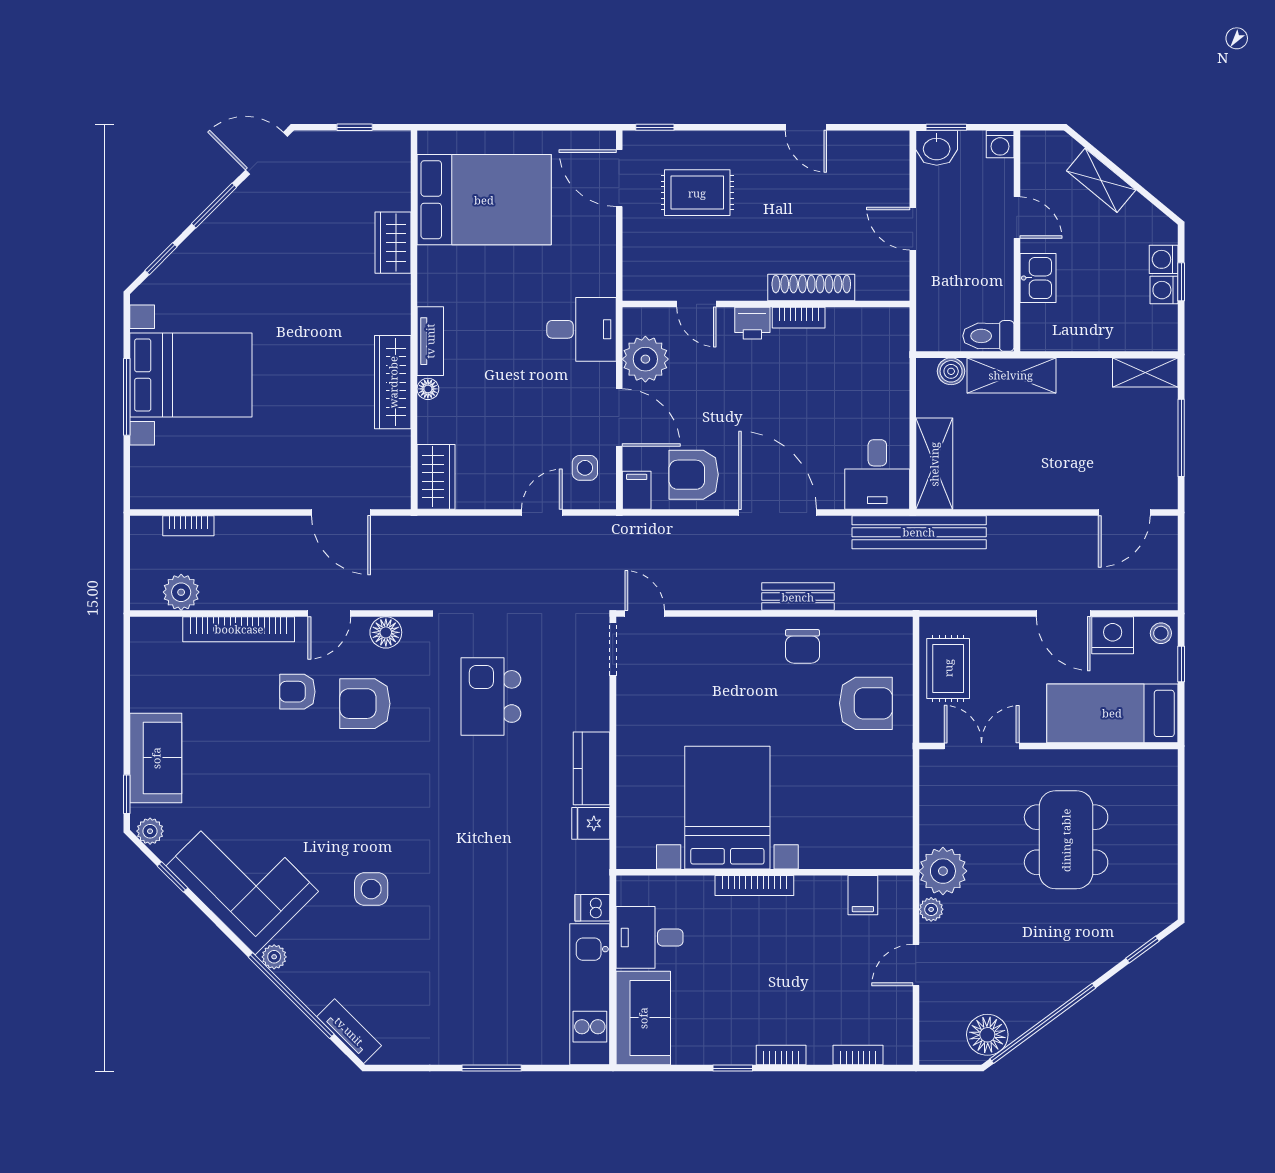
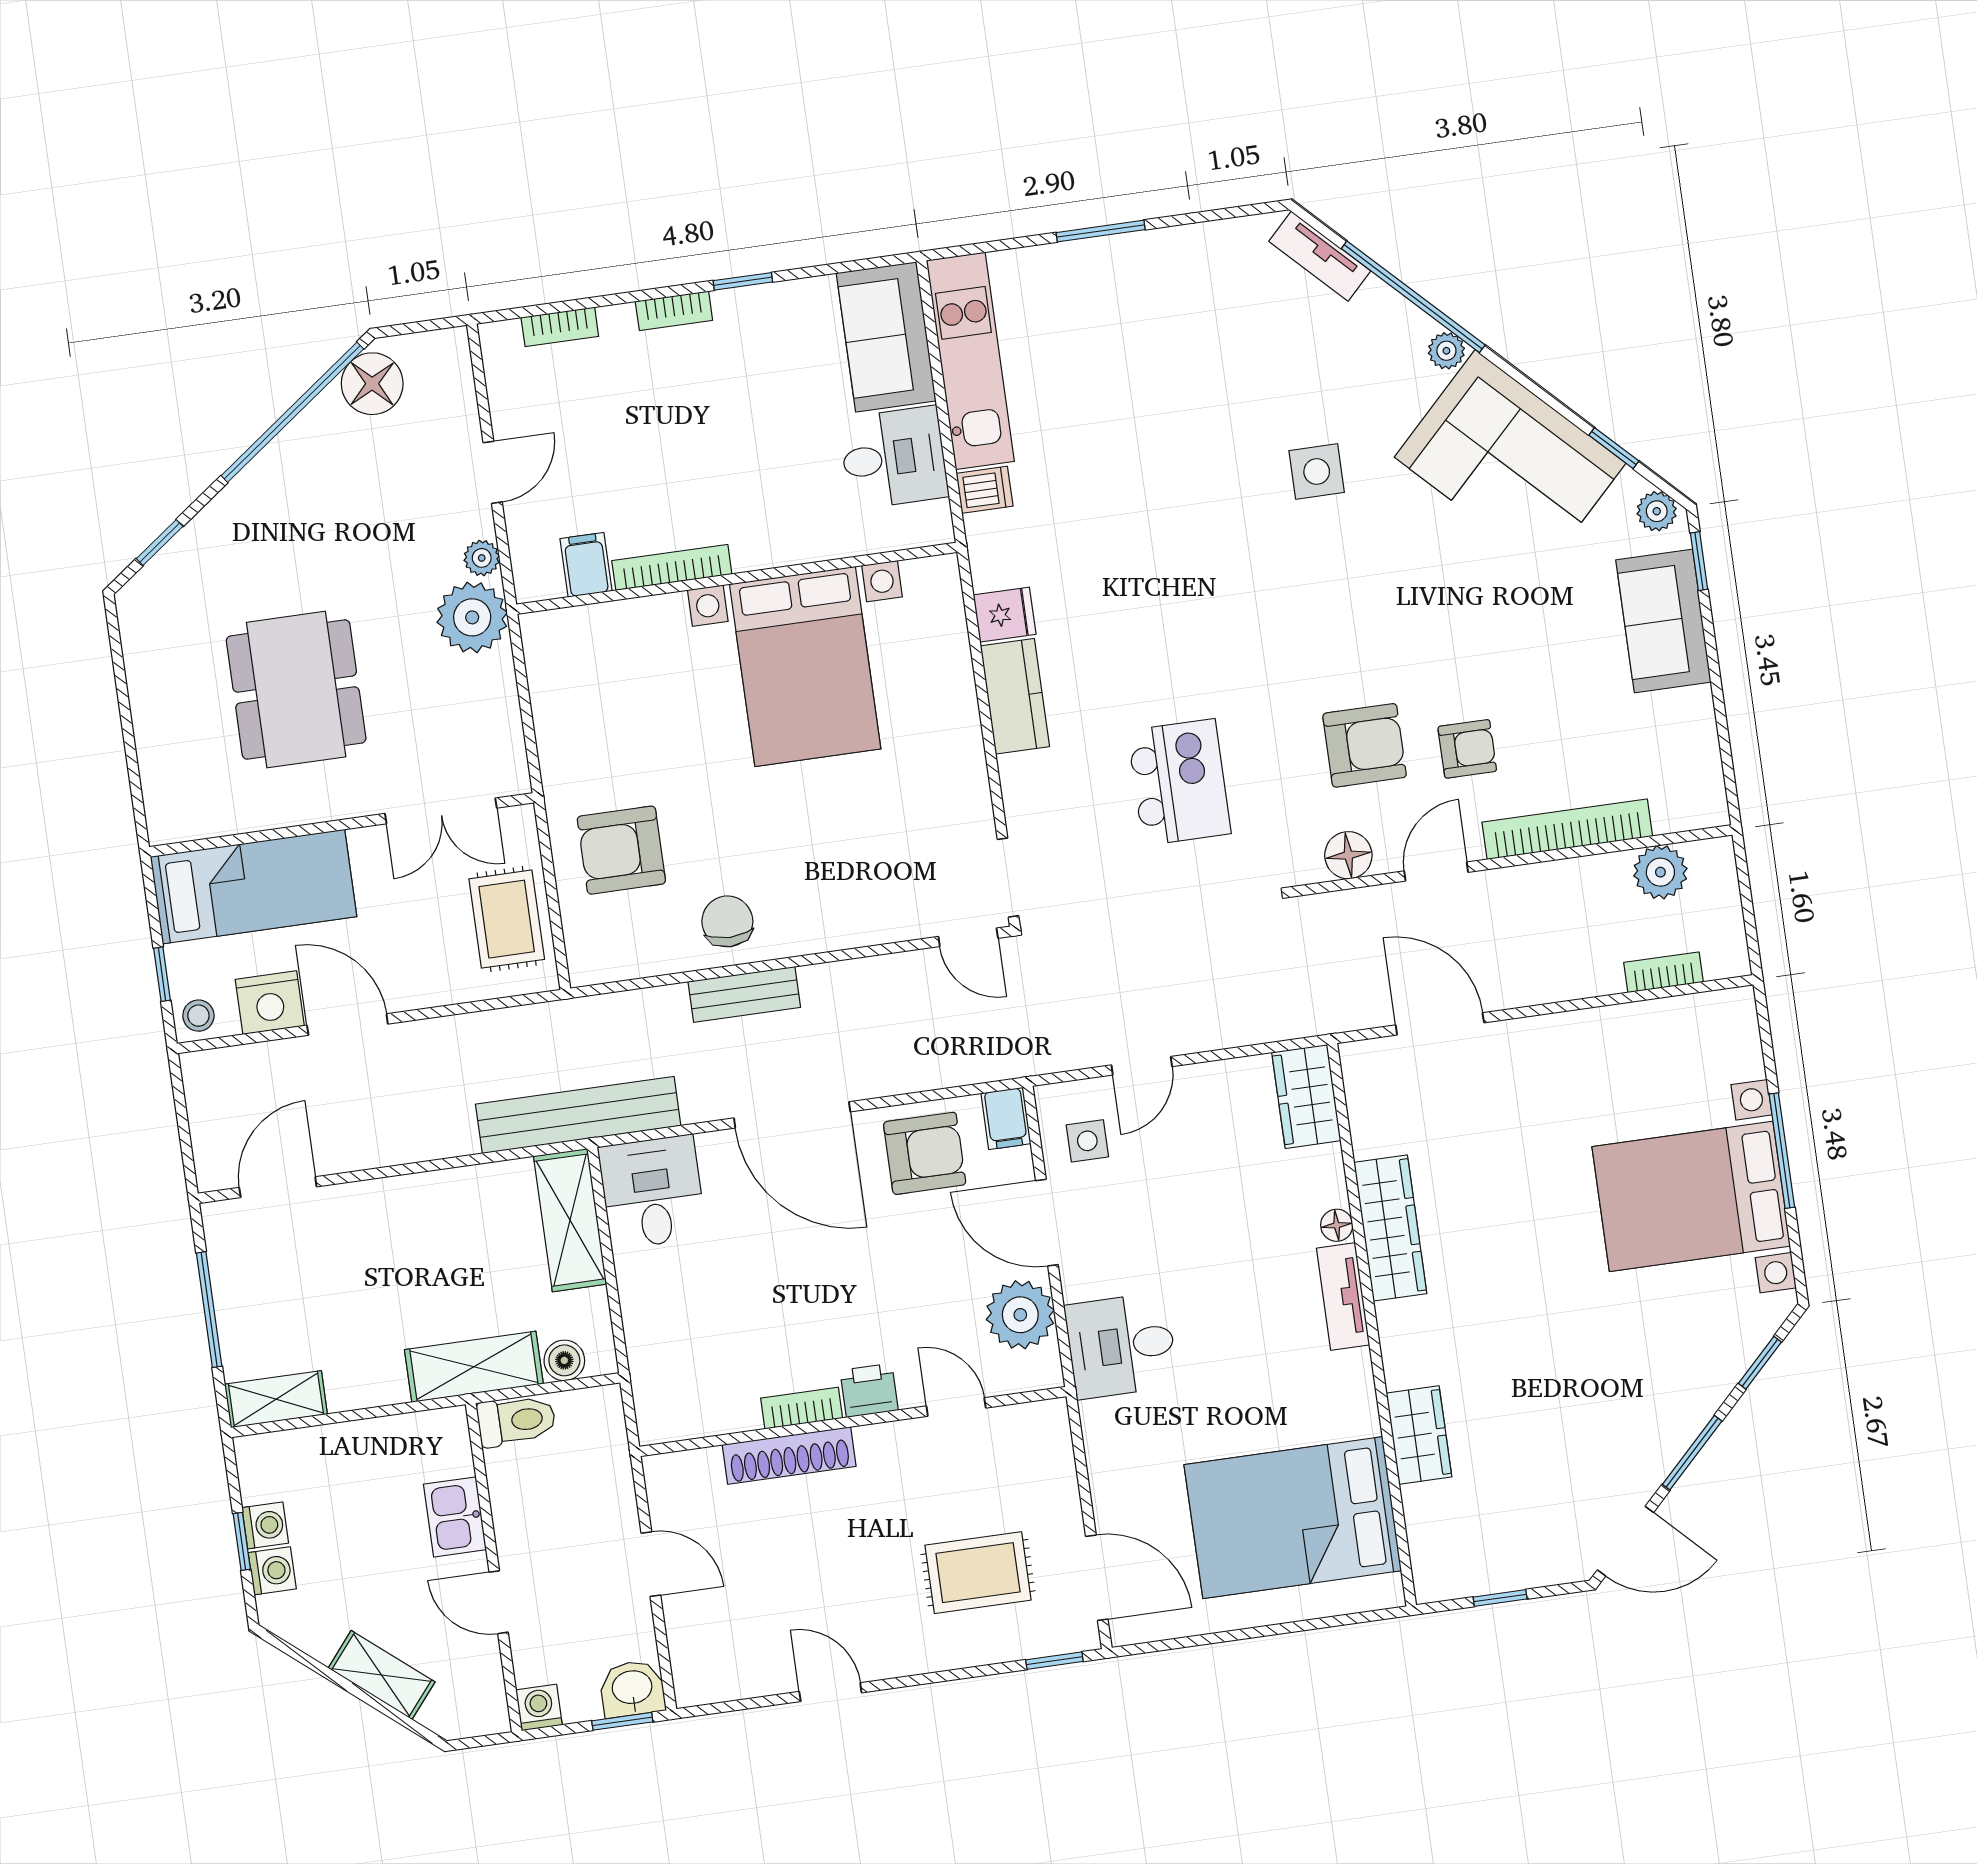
bookcase: (754, 886) -> (672, 567), moved

